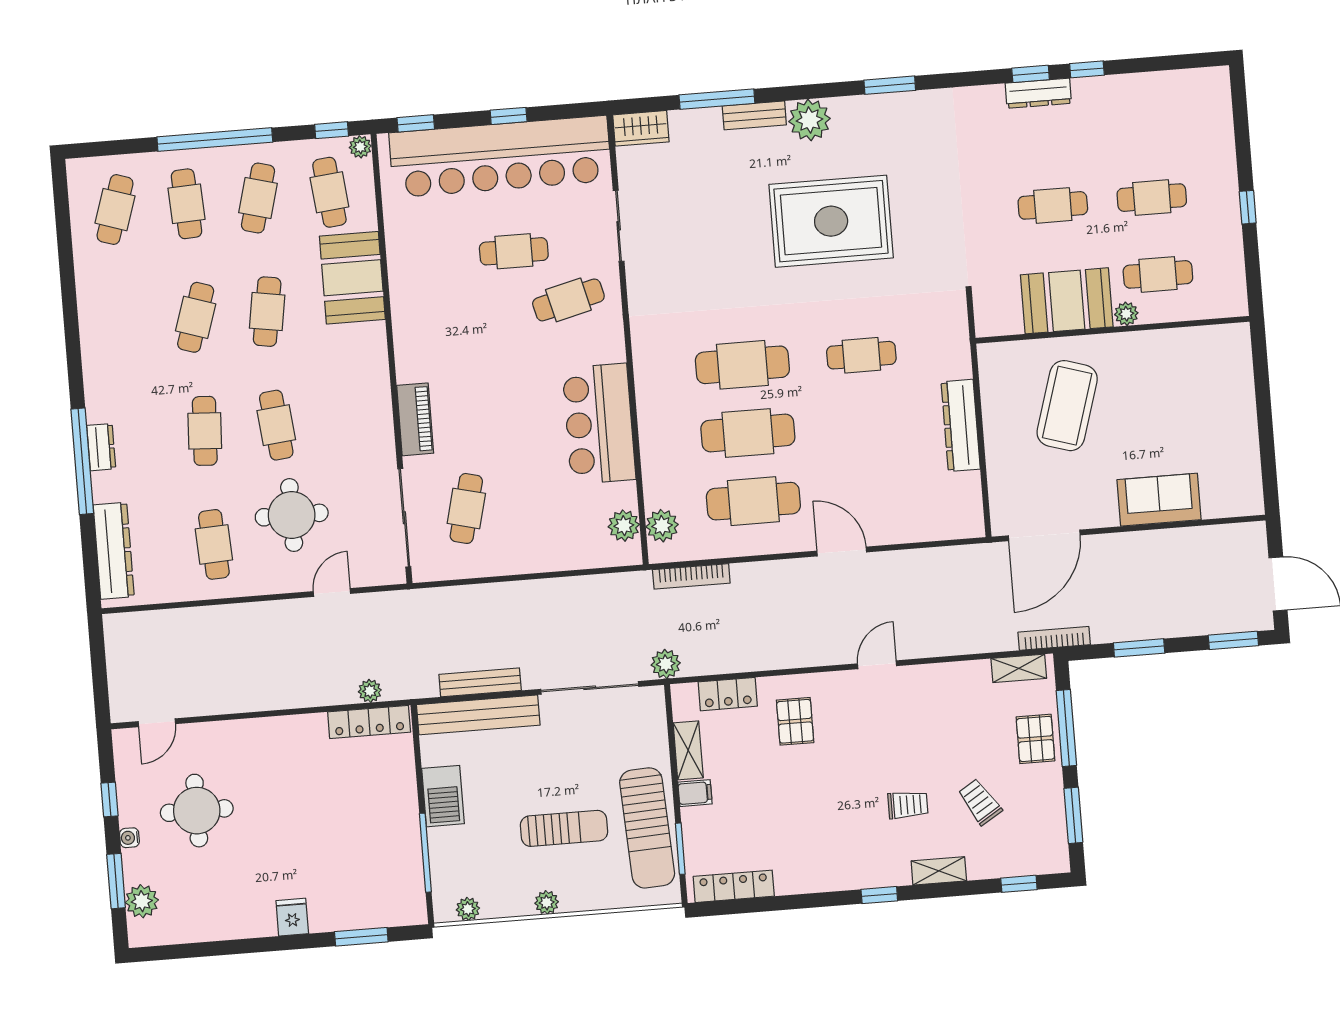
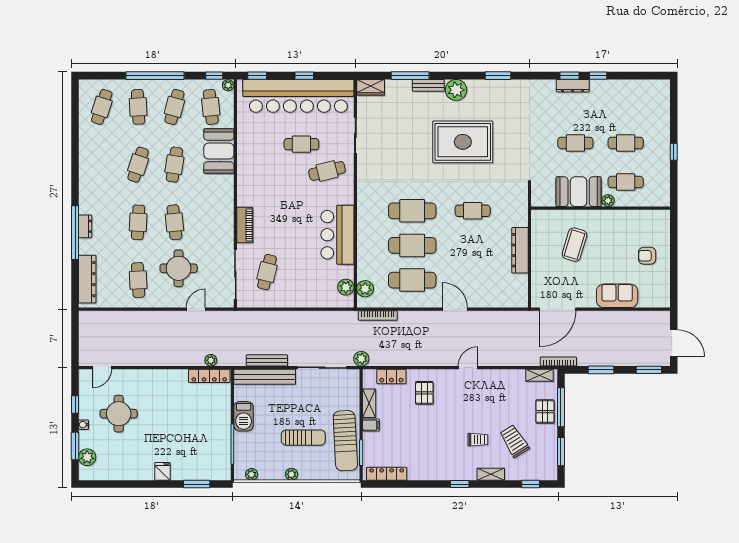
coffee table: (1067, 406) -> (574, 245), width x0.73, depth x0.76
armchair: (1212, 416) -> (647, 256), added
trolley: (980, 802) -> (514, 441), width x1.36, depth x1.39

